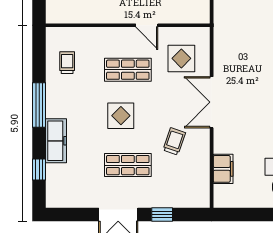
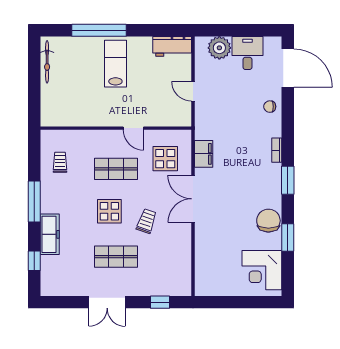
trolley: (174, 141) -> (146, 221), moved
filing cabinet: (223, 169) -> (204, 154), moved
window: (162, 214) -> (160, 302), moved

